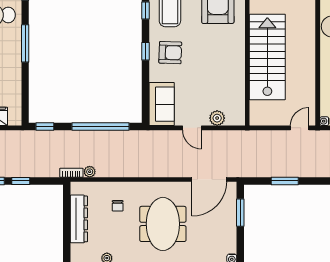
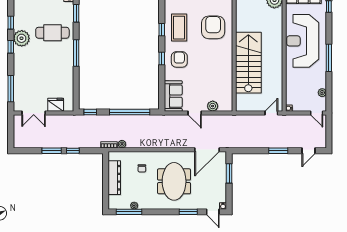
armchair: (170, 53) -> (179, 59), turned -92
window: (285, 181) -> (278, 151), moved

